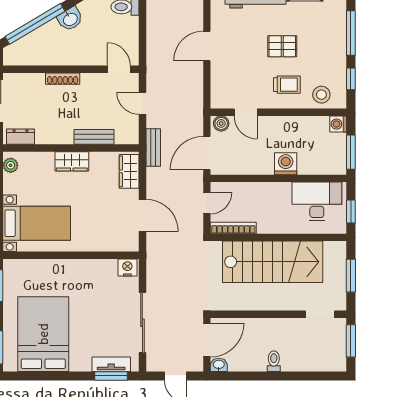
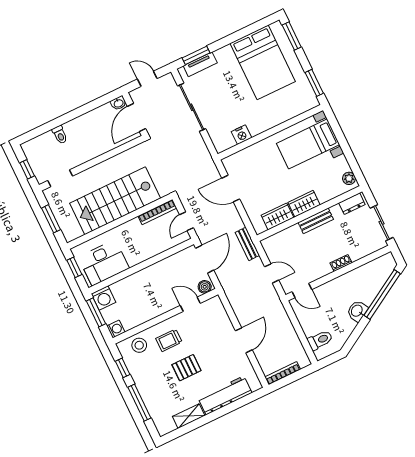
shoe rack: (63, 79) -> (341, 263), width x0.70
bench: (94, 137) -> (316, 221), moved
washing machine: (286, 164) -> (103, 298), moved
wardrobe: (129, 171) -> (277, 216), moved, turned -90
nightstand: (127, 268) -> (241, 135), moved
window: (351, 341) -> (27, 169), width x0.67
toilet: (274, 361) -> (60, 135), moved

